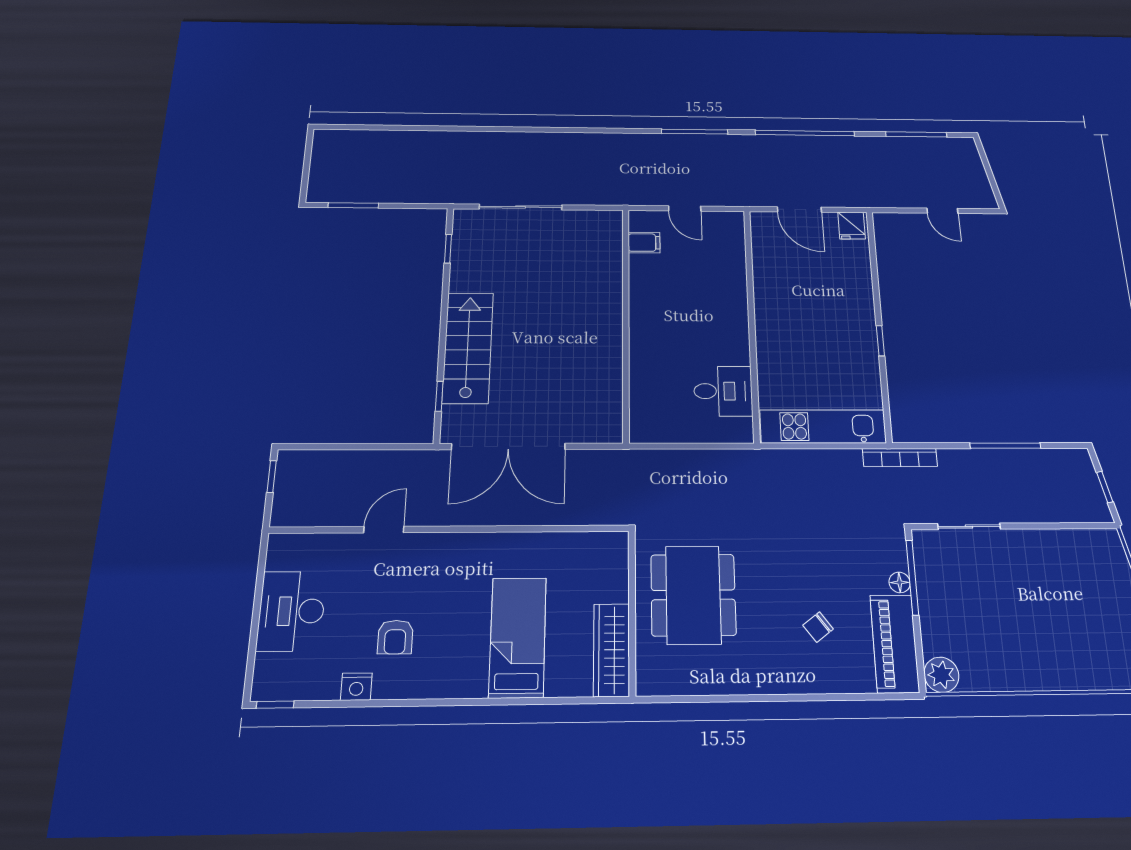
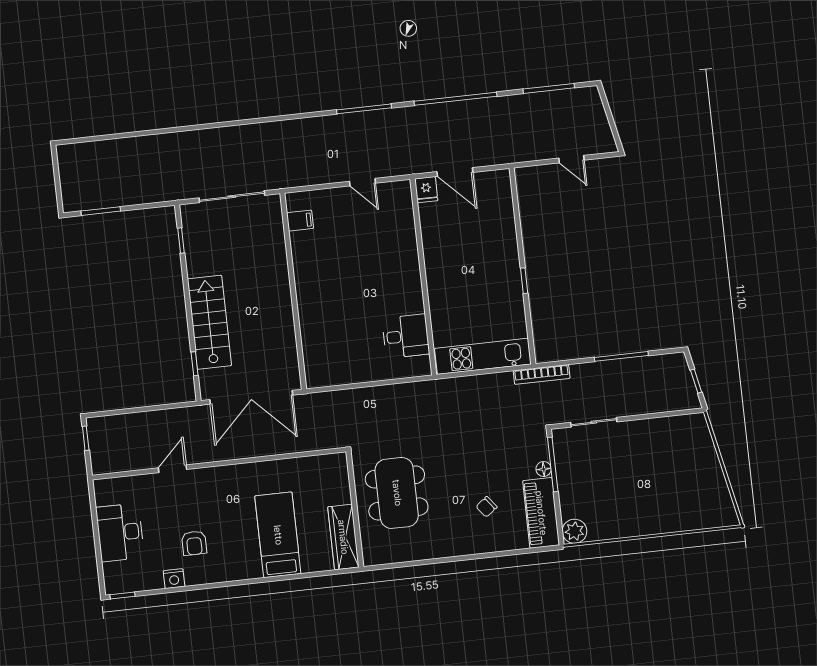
fridge: (851, 226) -> (426, 190), moved
filing cabinet: (644, 243) -> (300, 221), moved
wall: (626, 322) -> (293, 291), moved

